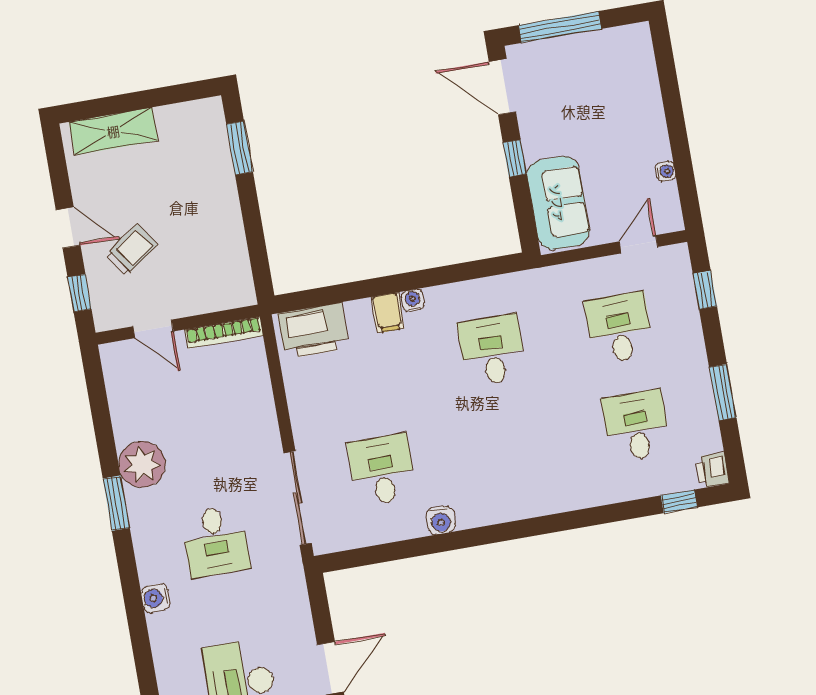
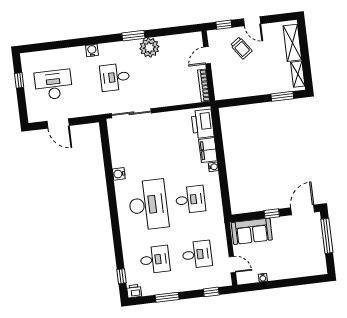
shelving: (186, 115) -> (298, 74), added
door: (68, 228) -> (252, 21), hinge flipped
filing cabinet: (388, 313) -> (208, 150), width x2.00
desk: (382, 470) -> (148, 205), moved, width x1.87, depth x1.30

